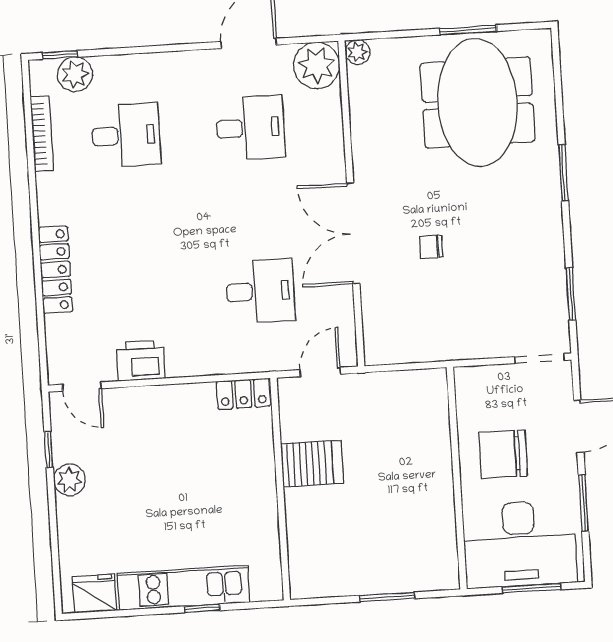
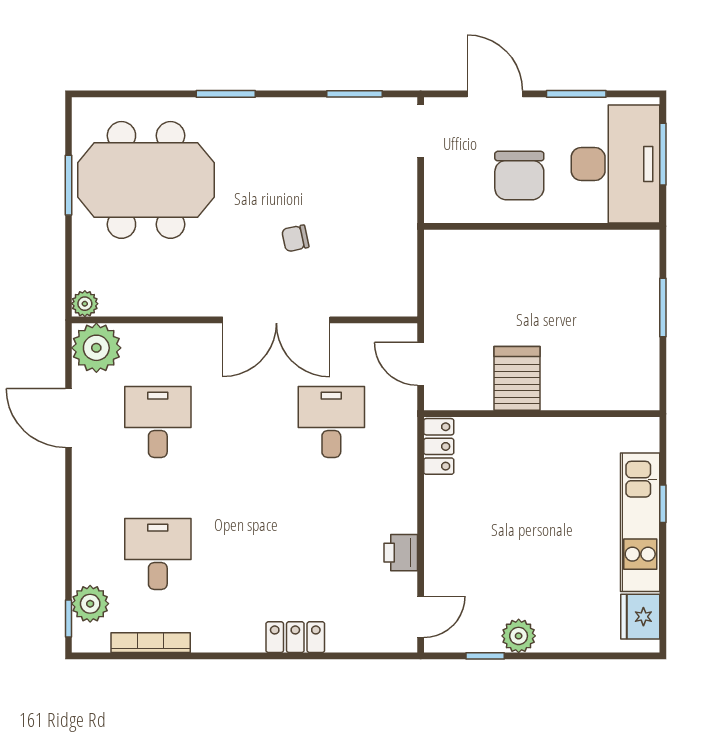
chair: (431, 247) -> (295, 238), turned 78
locker: (55, 270) -> (295, 637), width x0.66
printer: (141, 360) -> (401, 553), width x0.73, depth x0.81

